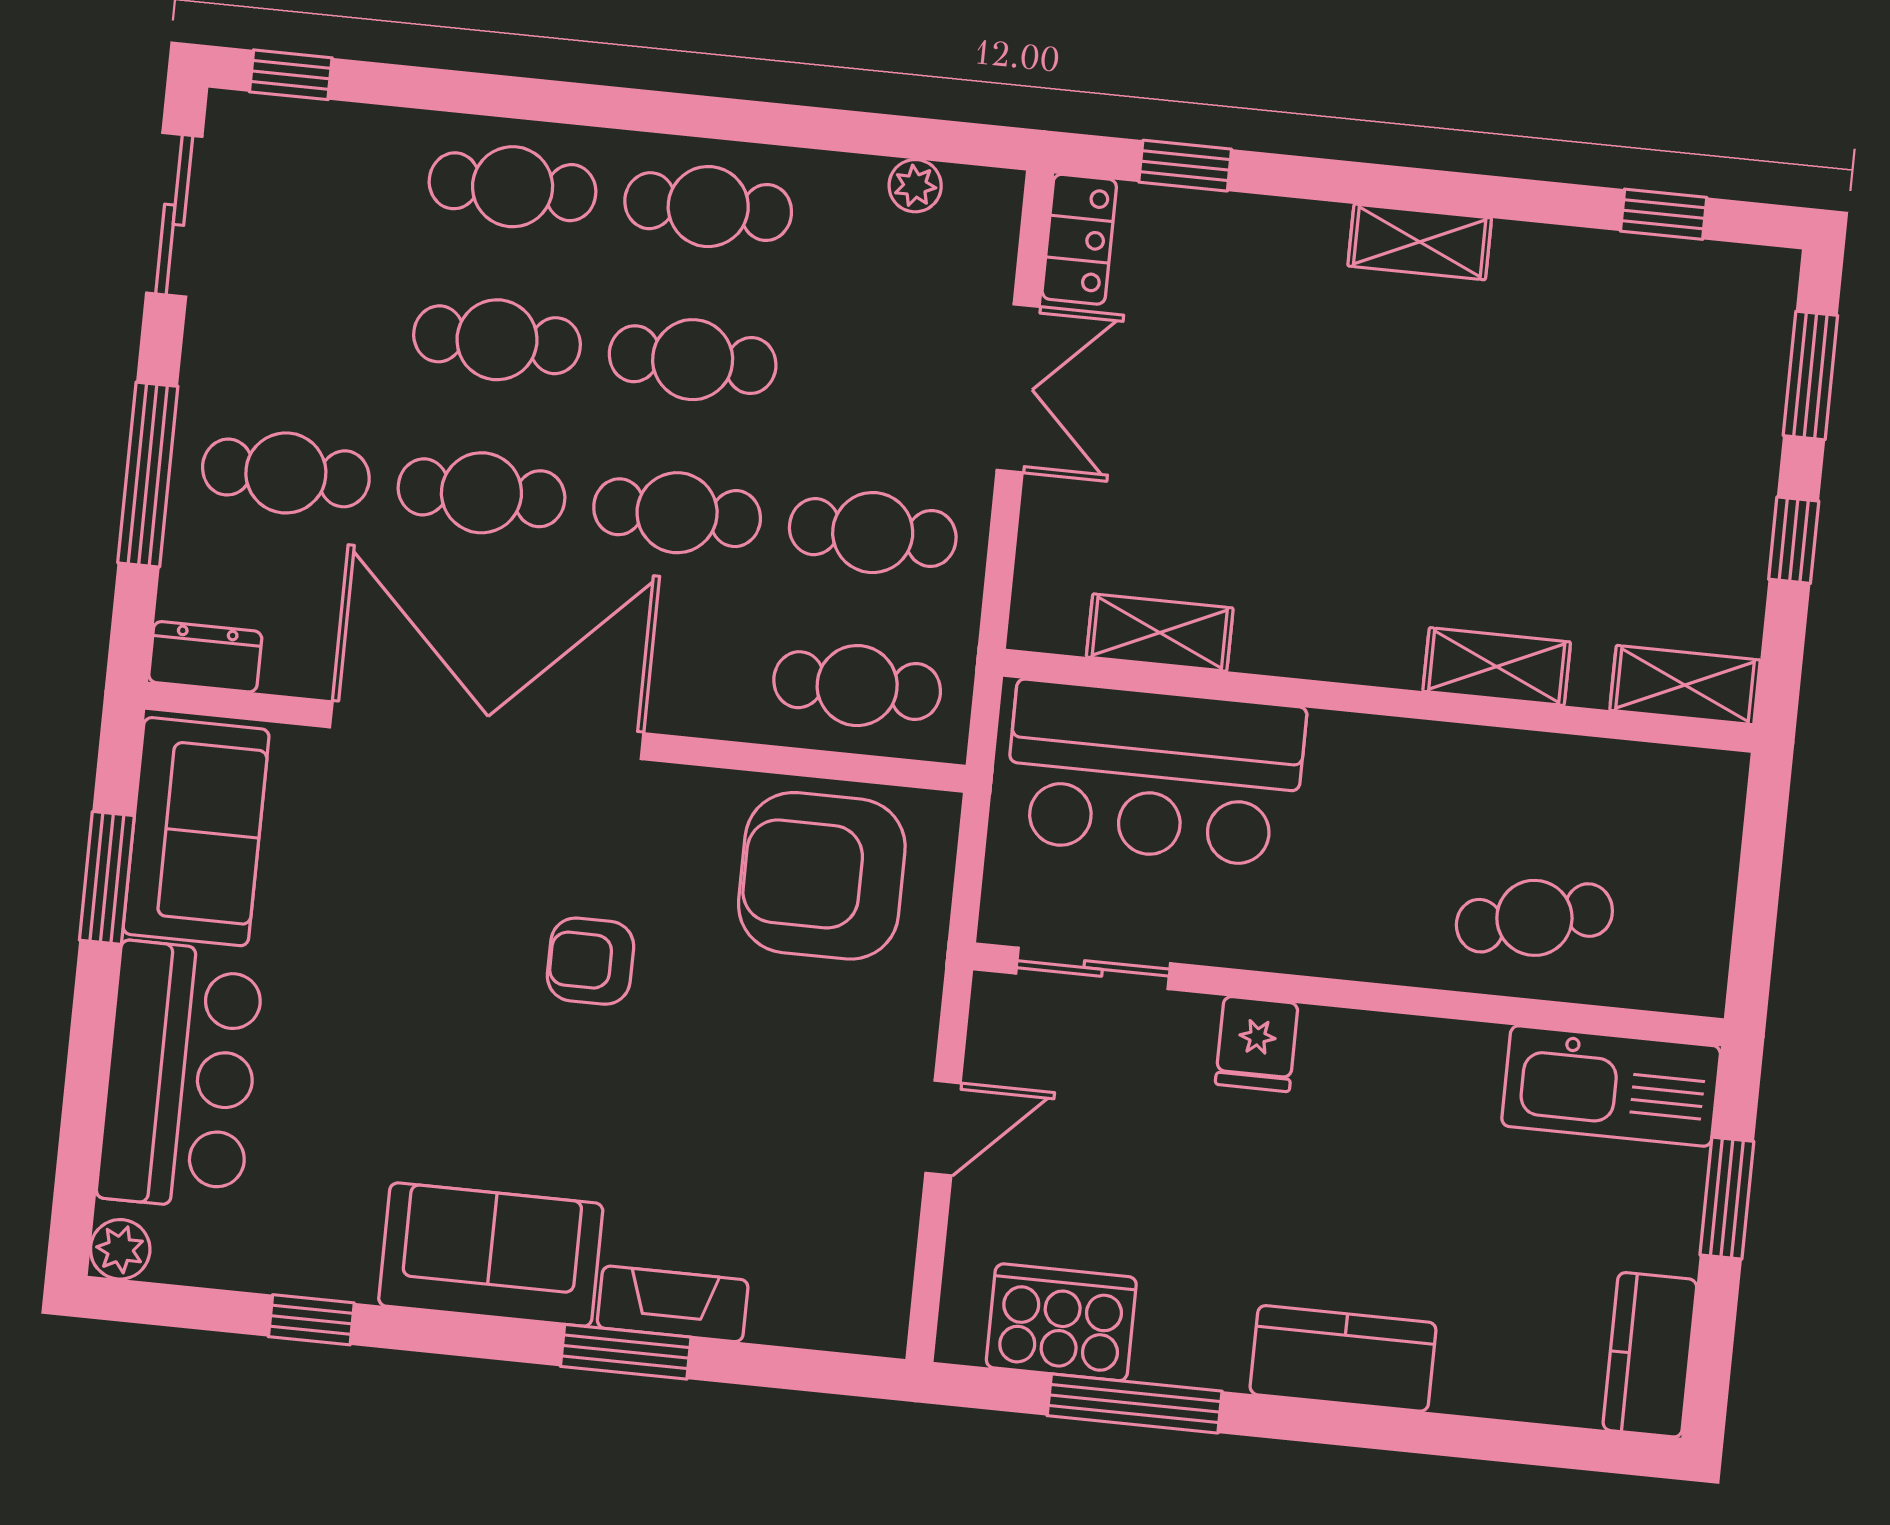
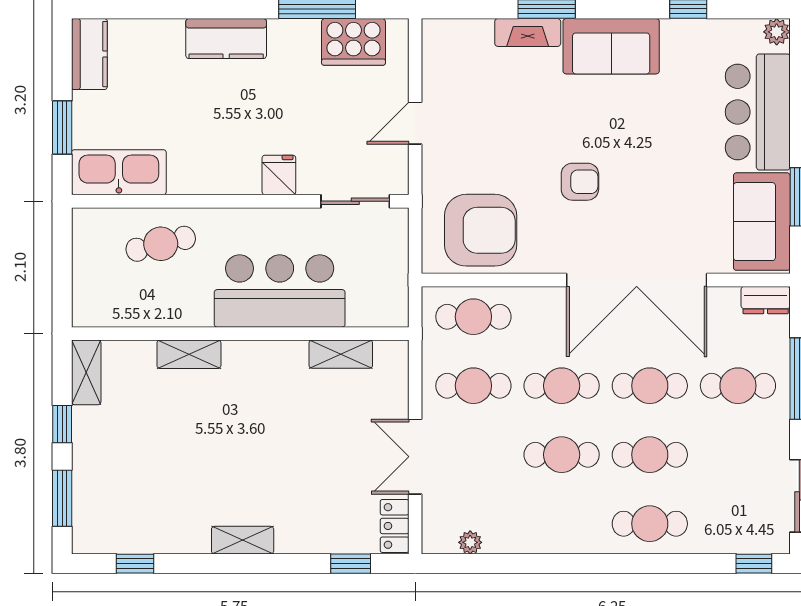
cafe table: (708, 207) -> (562, 524), removed
shelving: (1685, 685) -> (86, 372), moved, turned 90
bar counter: (1154, 774) -> (280, 291), moved

